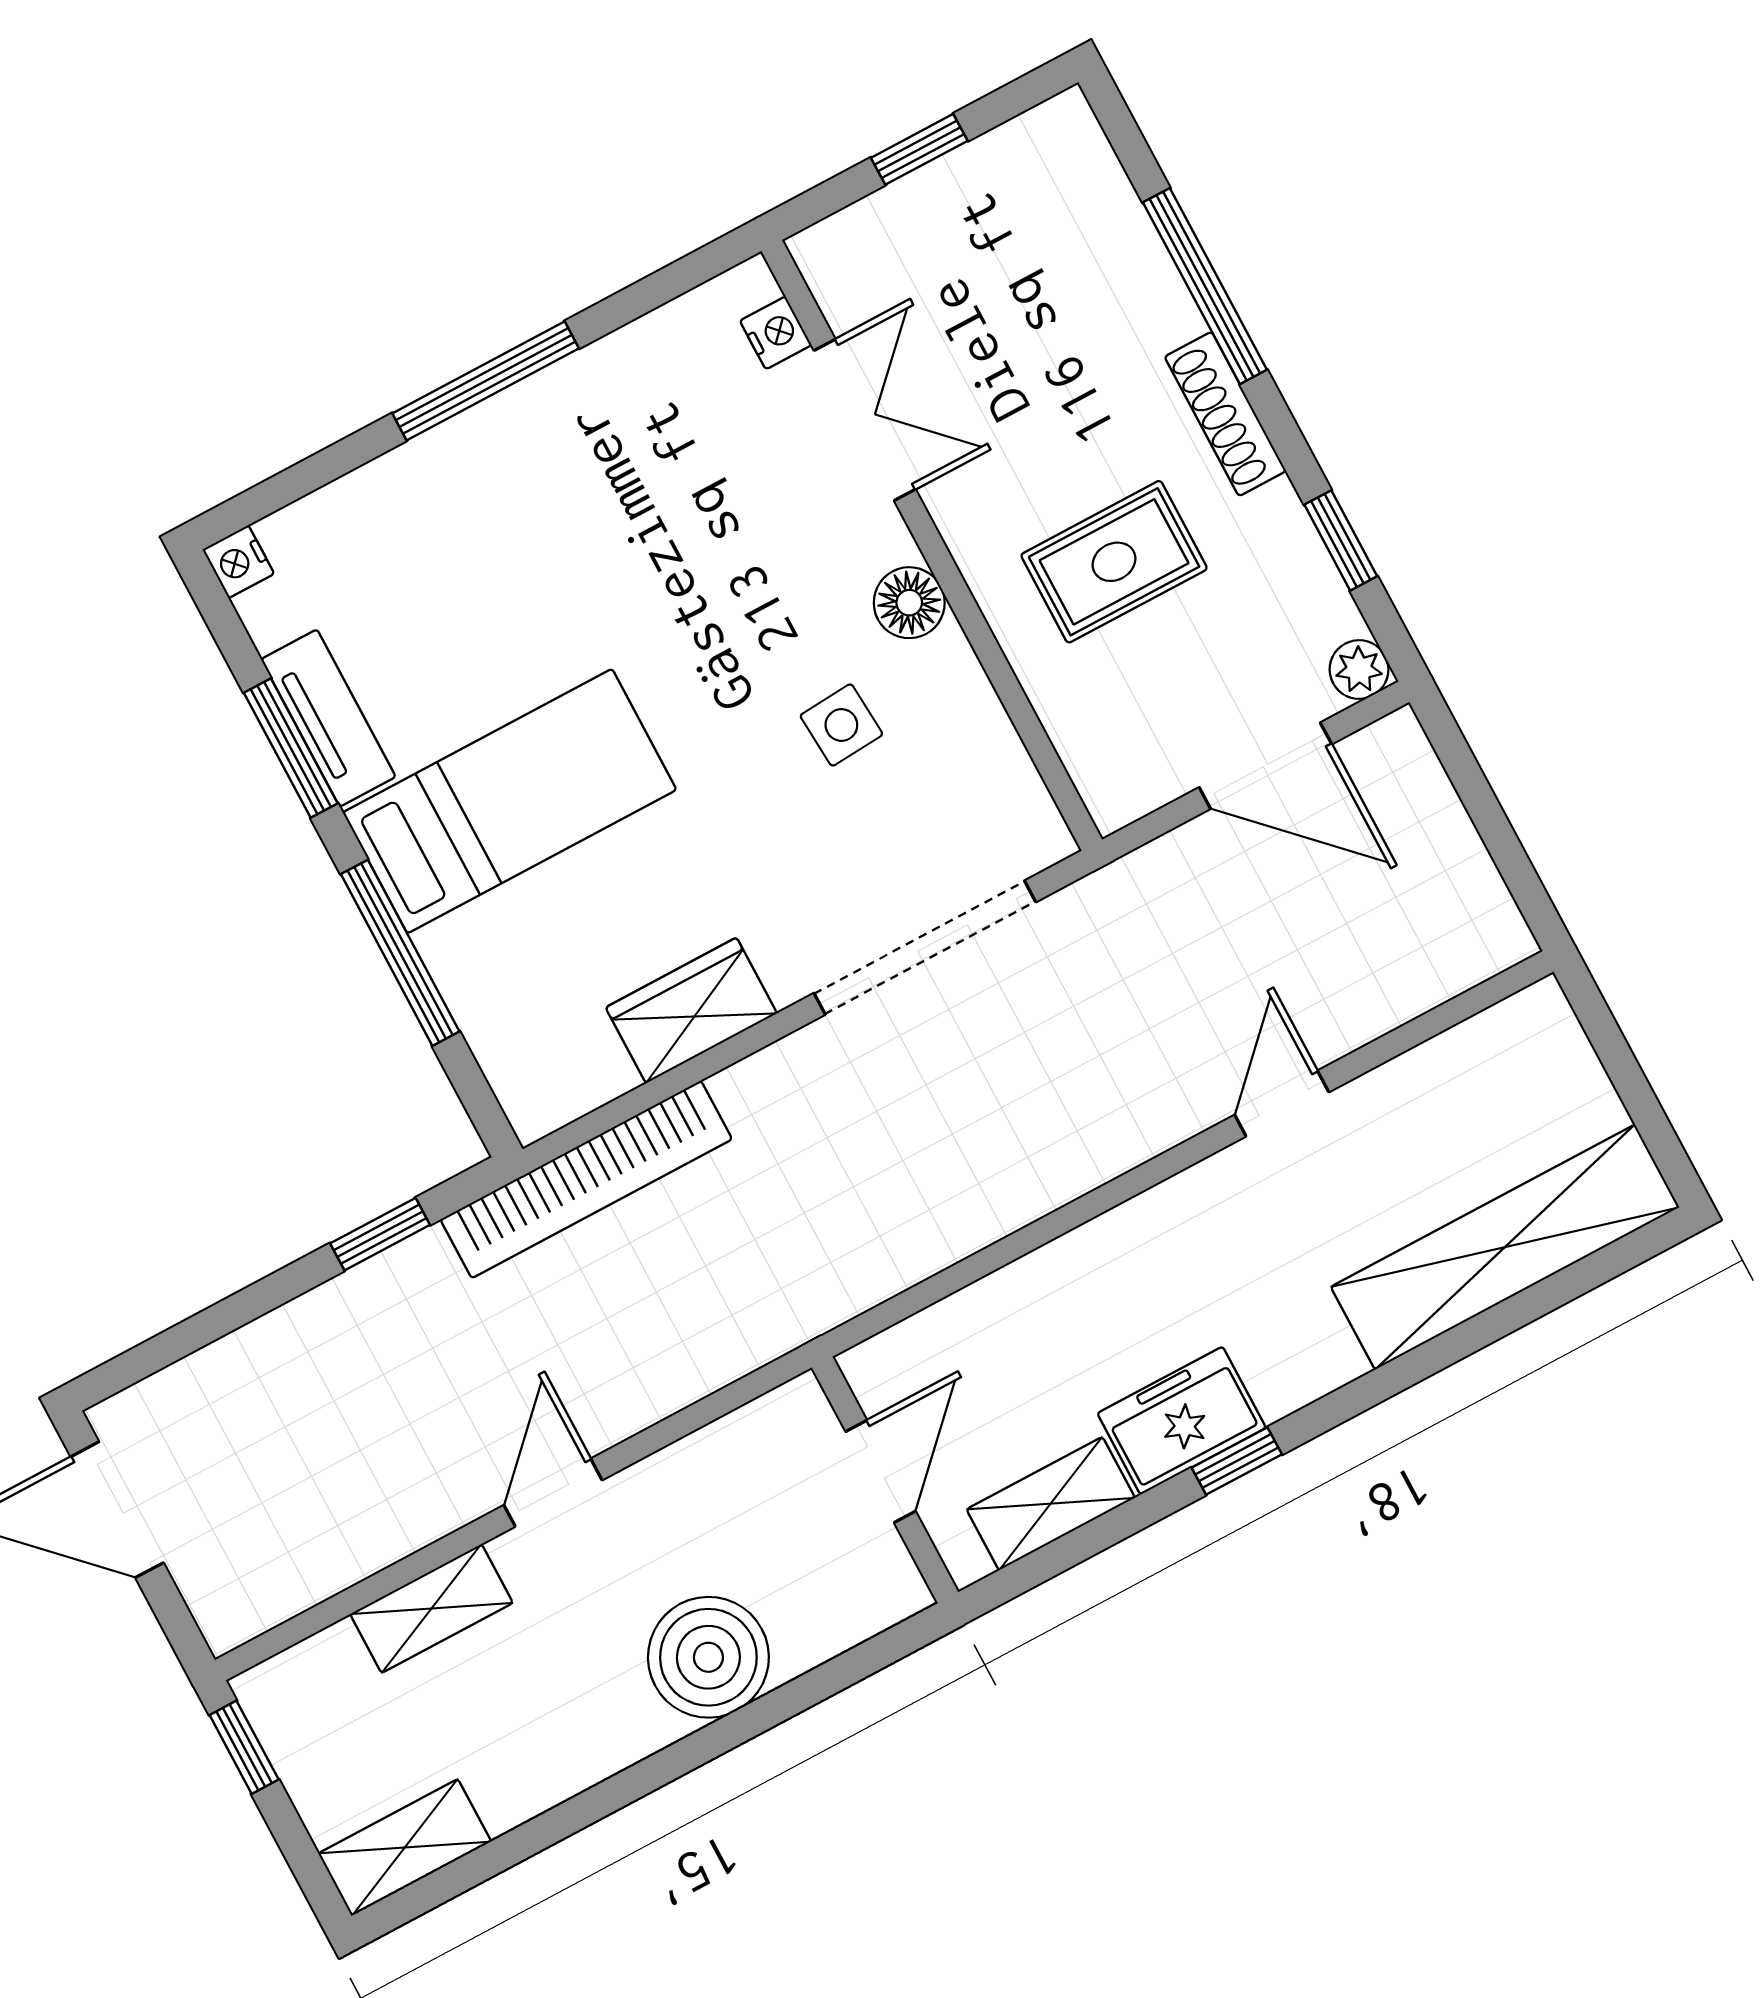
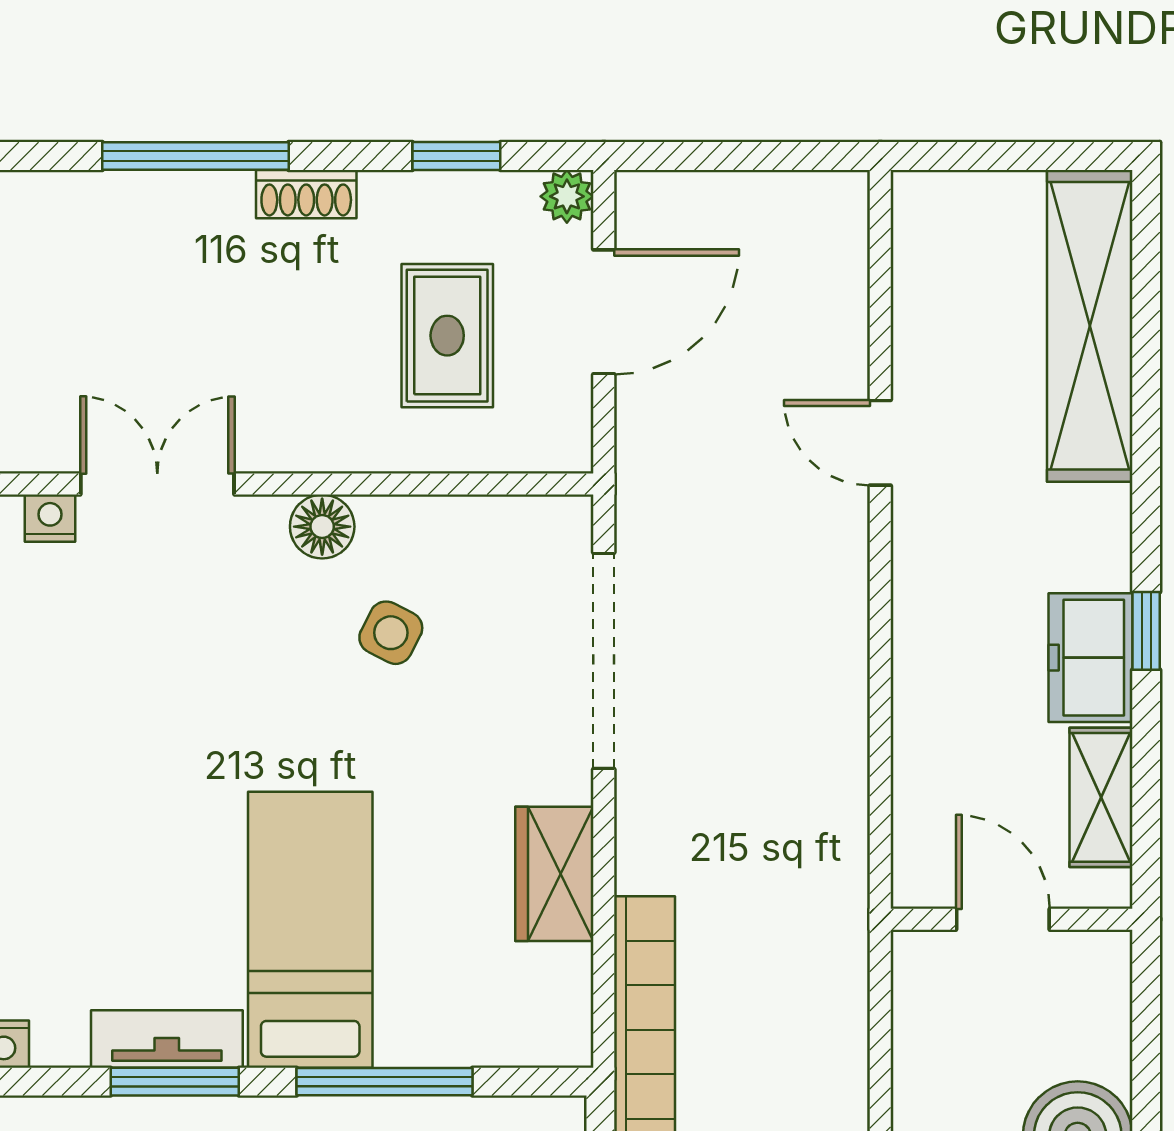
shoe rack: (1225, 414) -> (306, 194), width x0.70
rug: (1114, 562) -> (447, 336), moved
side table: (841, 725) -> (391, 633), turned 31

